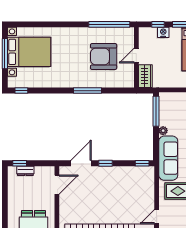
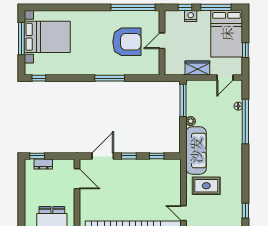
armchair: (104, 57) -> (127, 42), turned 180
wardrobe: (145, 76) -> (197, 68), moved, turned -90
window: (142, 163) -> (157, 156), moved
door: (57, 185) -> (77, 179), hinge flipped
door: (157, 217) -> (184, 213), hinge flipped

